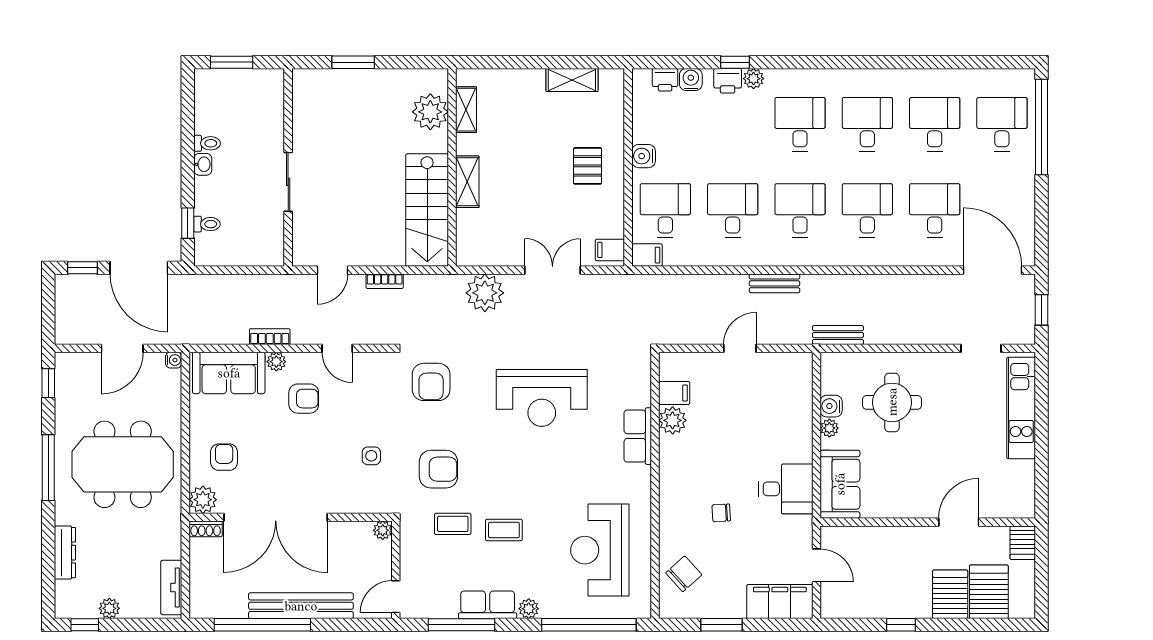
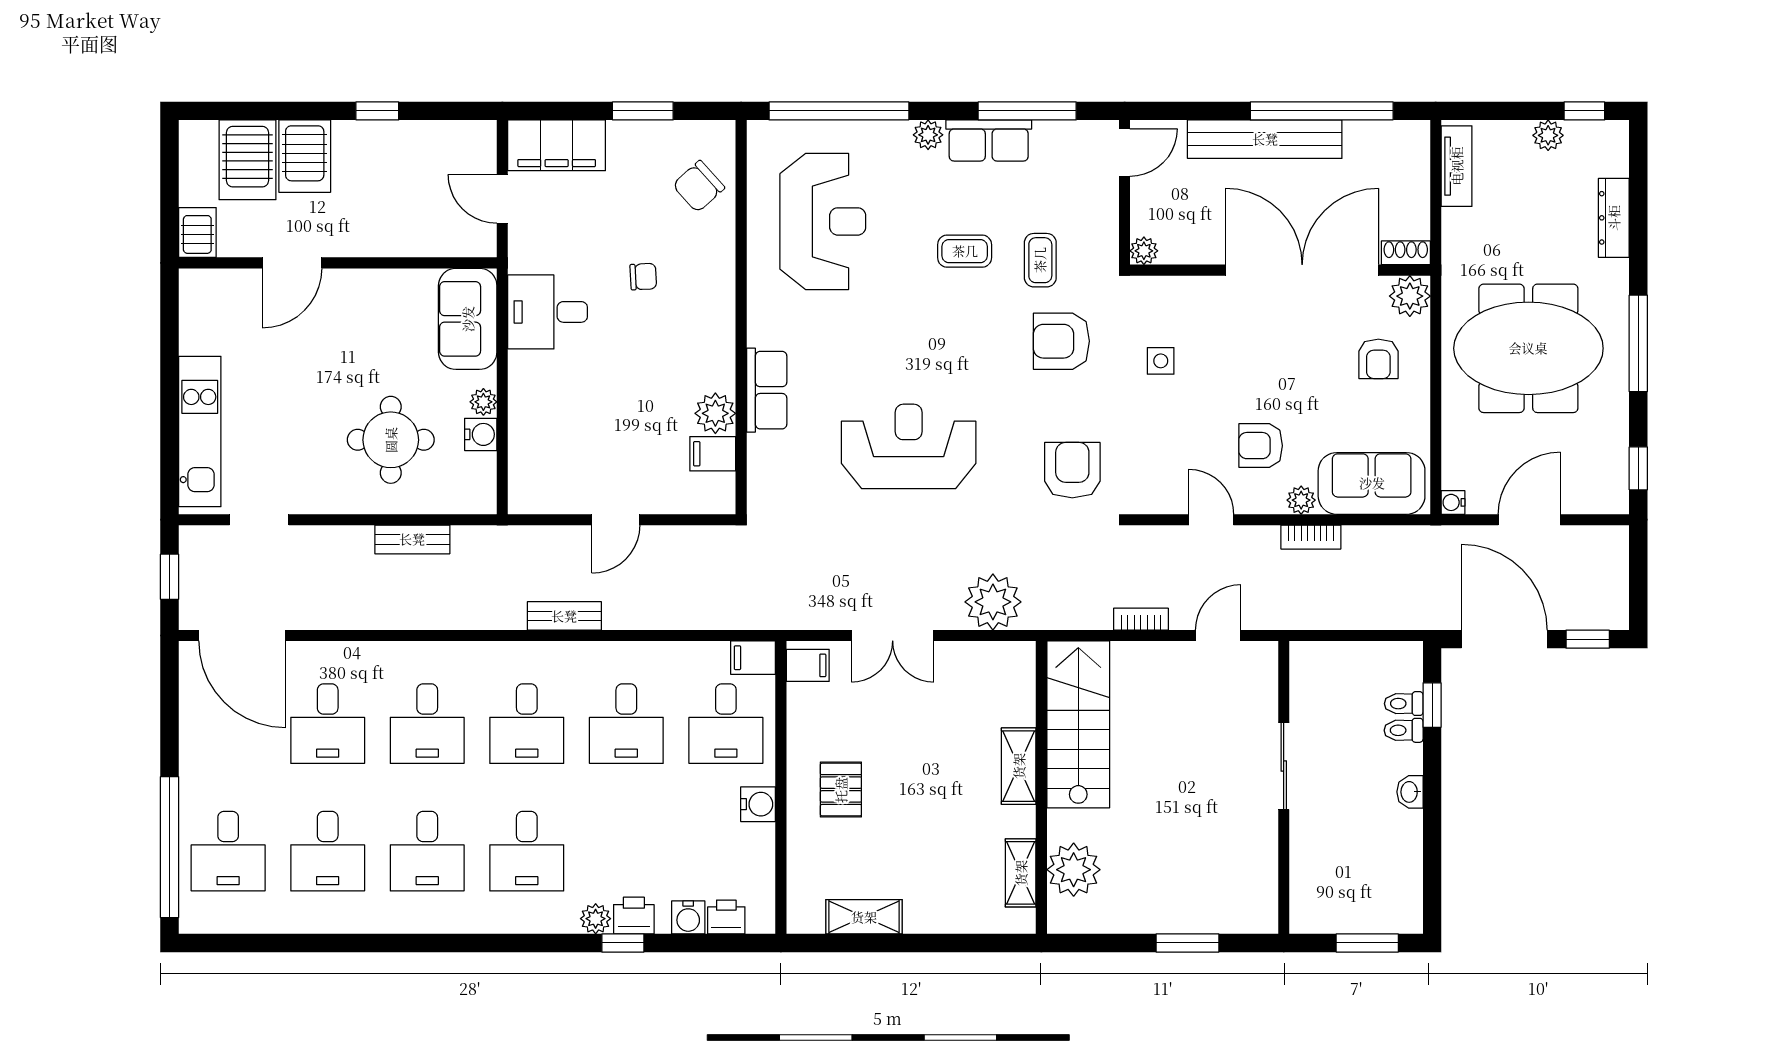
toilet: (207, 143) -> (1404, 730), moved
bench: (838, 335) -> (412, 539), moved
coffee table: (453, 524) -> (1040, 260), turned 90

